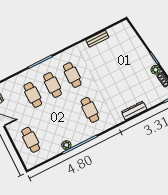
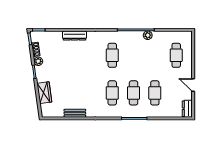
wardrobe: (135, 44) -> (44, 93), added

